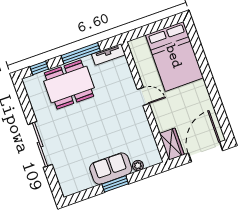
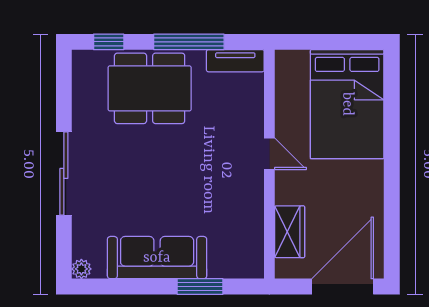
wardrobe: (172, 144) -> (290, 232), moved
plant: (138, 166) -> (81, 269), moved
sofa: (111, 169) -> (157, 258), width x1.36
window: (115, 184) -> (200, 286), moved

